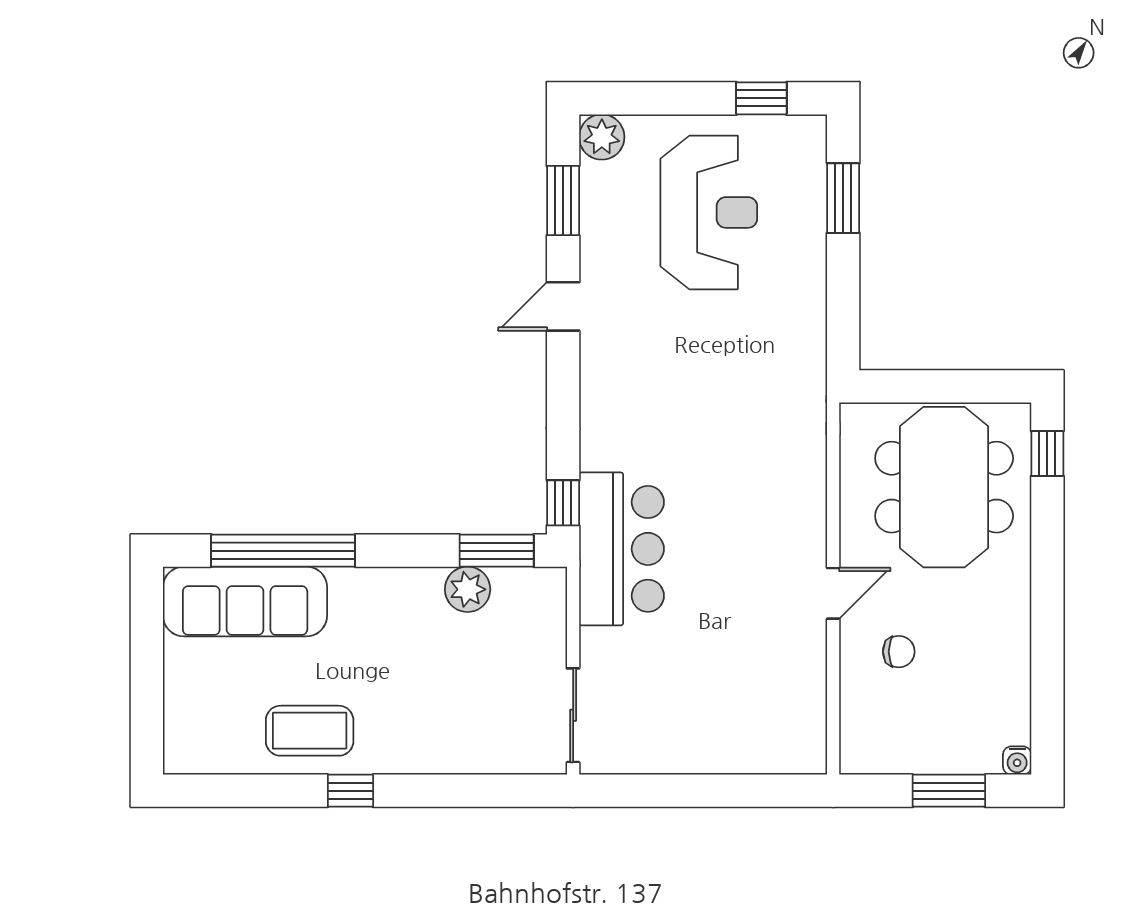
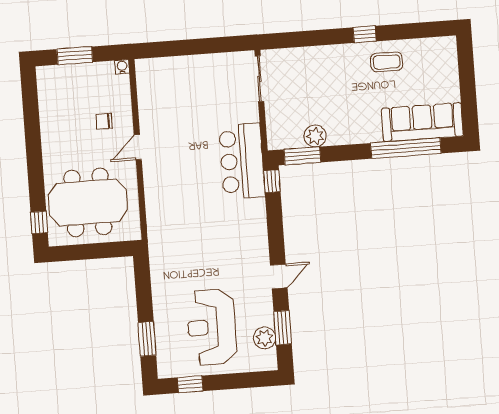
plant: (602, 137) -> (265, 338), moved
meeting table: (944, 487) -> (88, 202), turned 90
coffee table: (310, 731) -> (387, 62), width x0.73, depth x0.77
water cooler: (1017, 761) -> (122, 67), moved

